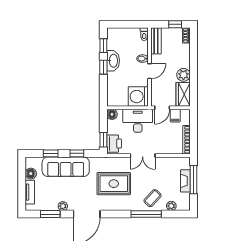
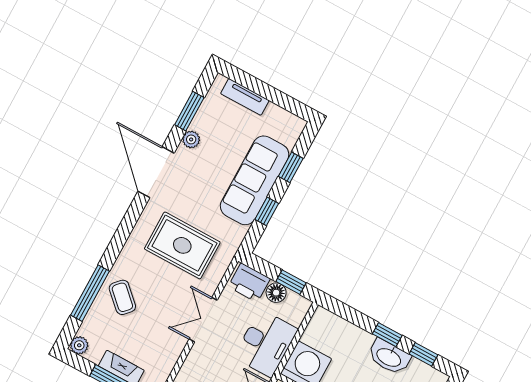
floor lamp: (112, 114) -> (276, 293), moved
window: (103, 140) -> (291, 282), moved
floor lamp: (31, 174) -> (275, 115), removed
rug: (114, 184) -> (182, 245), turned 90
plant: (171, 206) -> (79, 345), moved
window: (146, 214) -> (90, 293), moved

